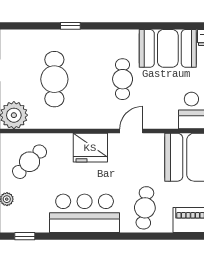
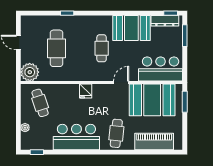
door: (131, 131) -> (121, 83), moved
fridge: (90, 148) -> (86, 91), width x0.53, depth x0.75
cafe table: (30, 162) -> (40, 103), turned -63

